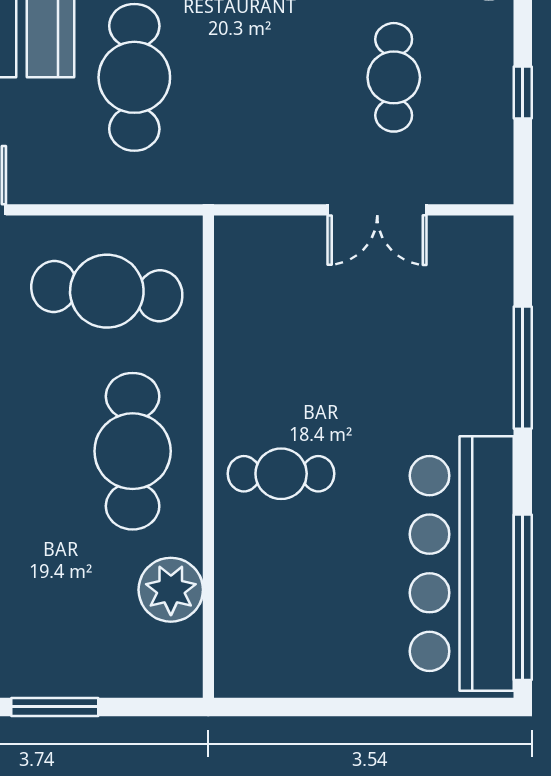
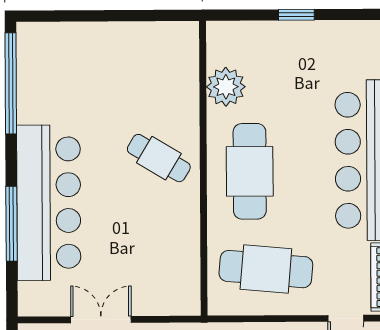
cafe table: (281, 474) -> (159, 158), turned 31
bar counter: (462, 563) -> (49, 203), moved
window: (55, 707) -> (296, 15), width x0.67

